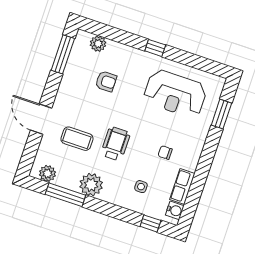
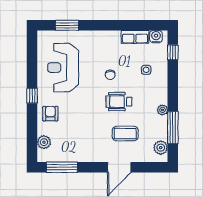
armchair: (106, 81) -> (50, 114), moved
reception desk: (175, 94) -> (63, 68), turned 180
coffee table: (77, 139) -> (125, 134), turned 90
chair: (165, 153) -> (110, 75), moved
plant: (91, 185) -> (163, 110), width x0.53, depth x0.53

